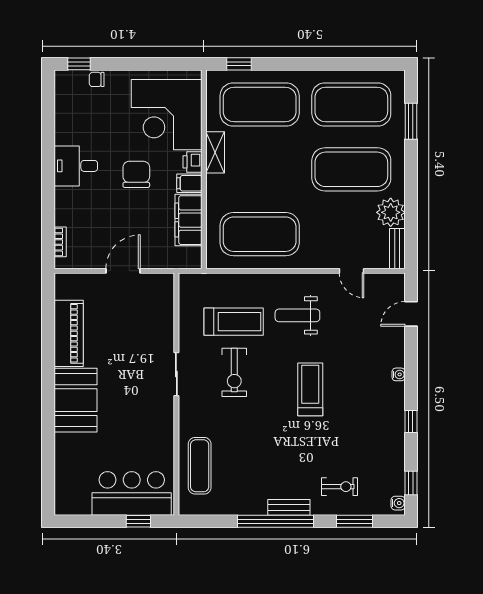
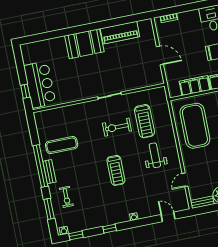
treadmill: (310, 389) -> (116, 170), turned 90
exercise mat: (200, 466) -> (62, 145), moved

